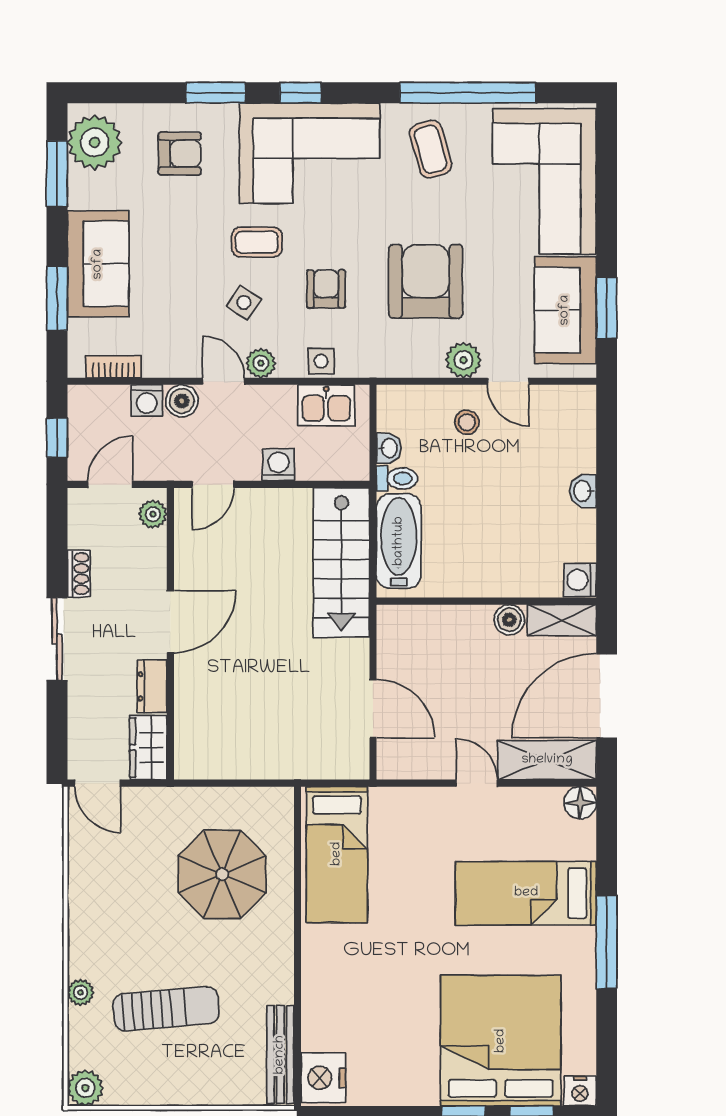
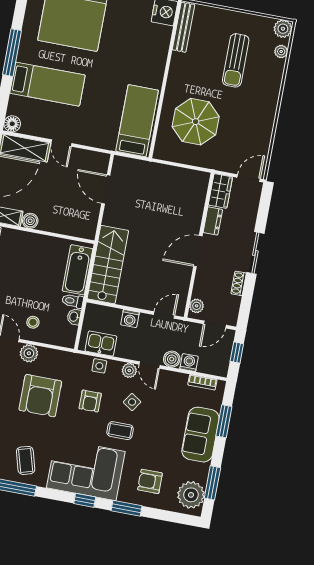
door: (98, 783) -> (249, 178), hinge flipped
plant: (80, 992) -> (281, 51), moved
sun lounger: (166, 1009) -> (236, 60), turned -85

